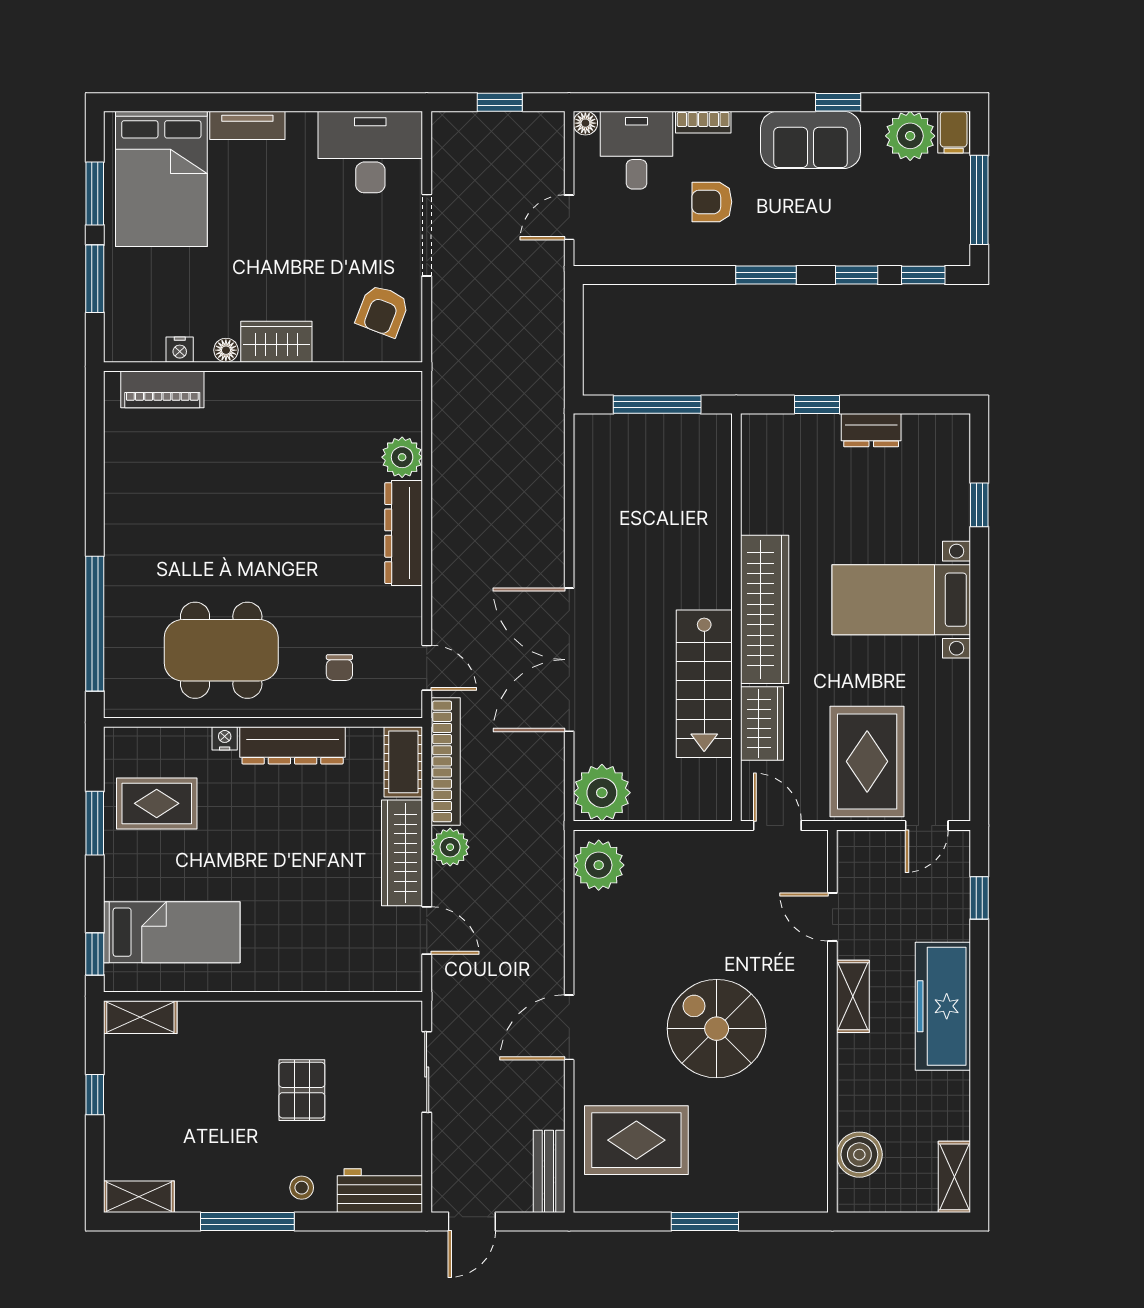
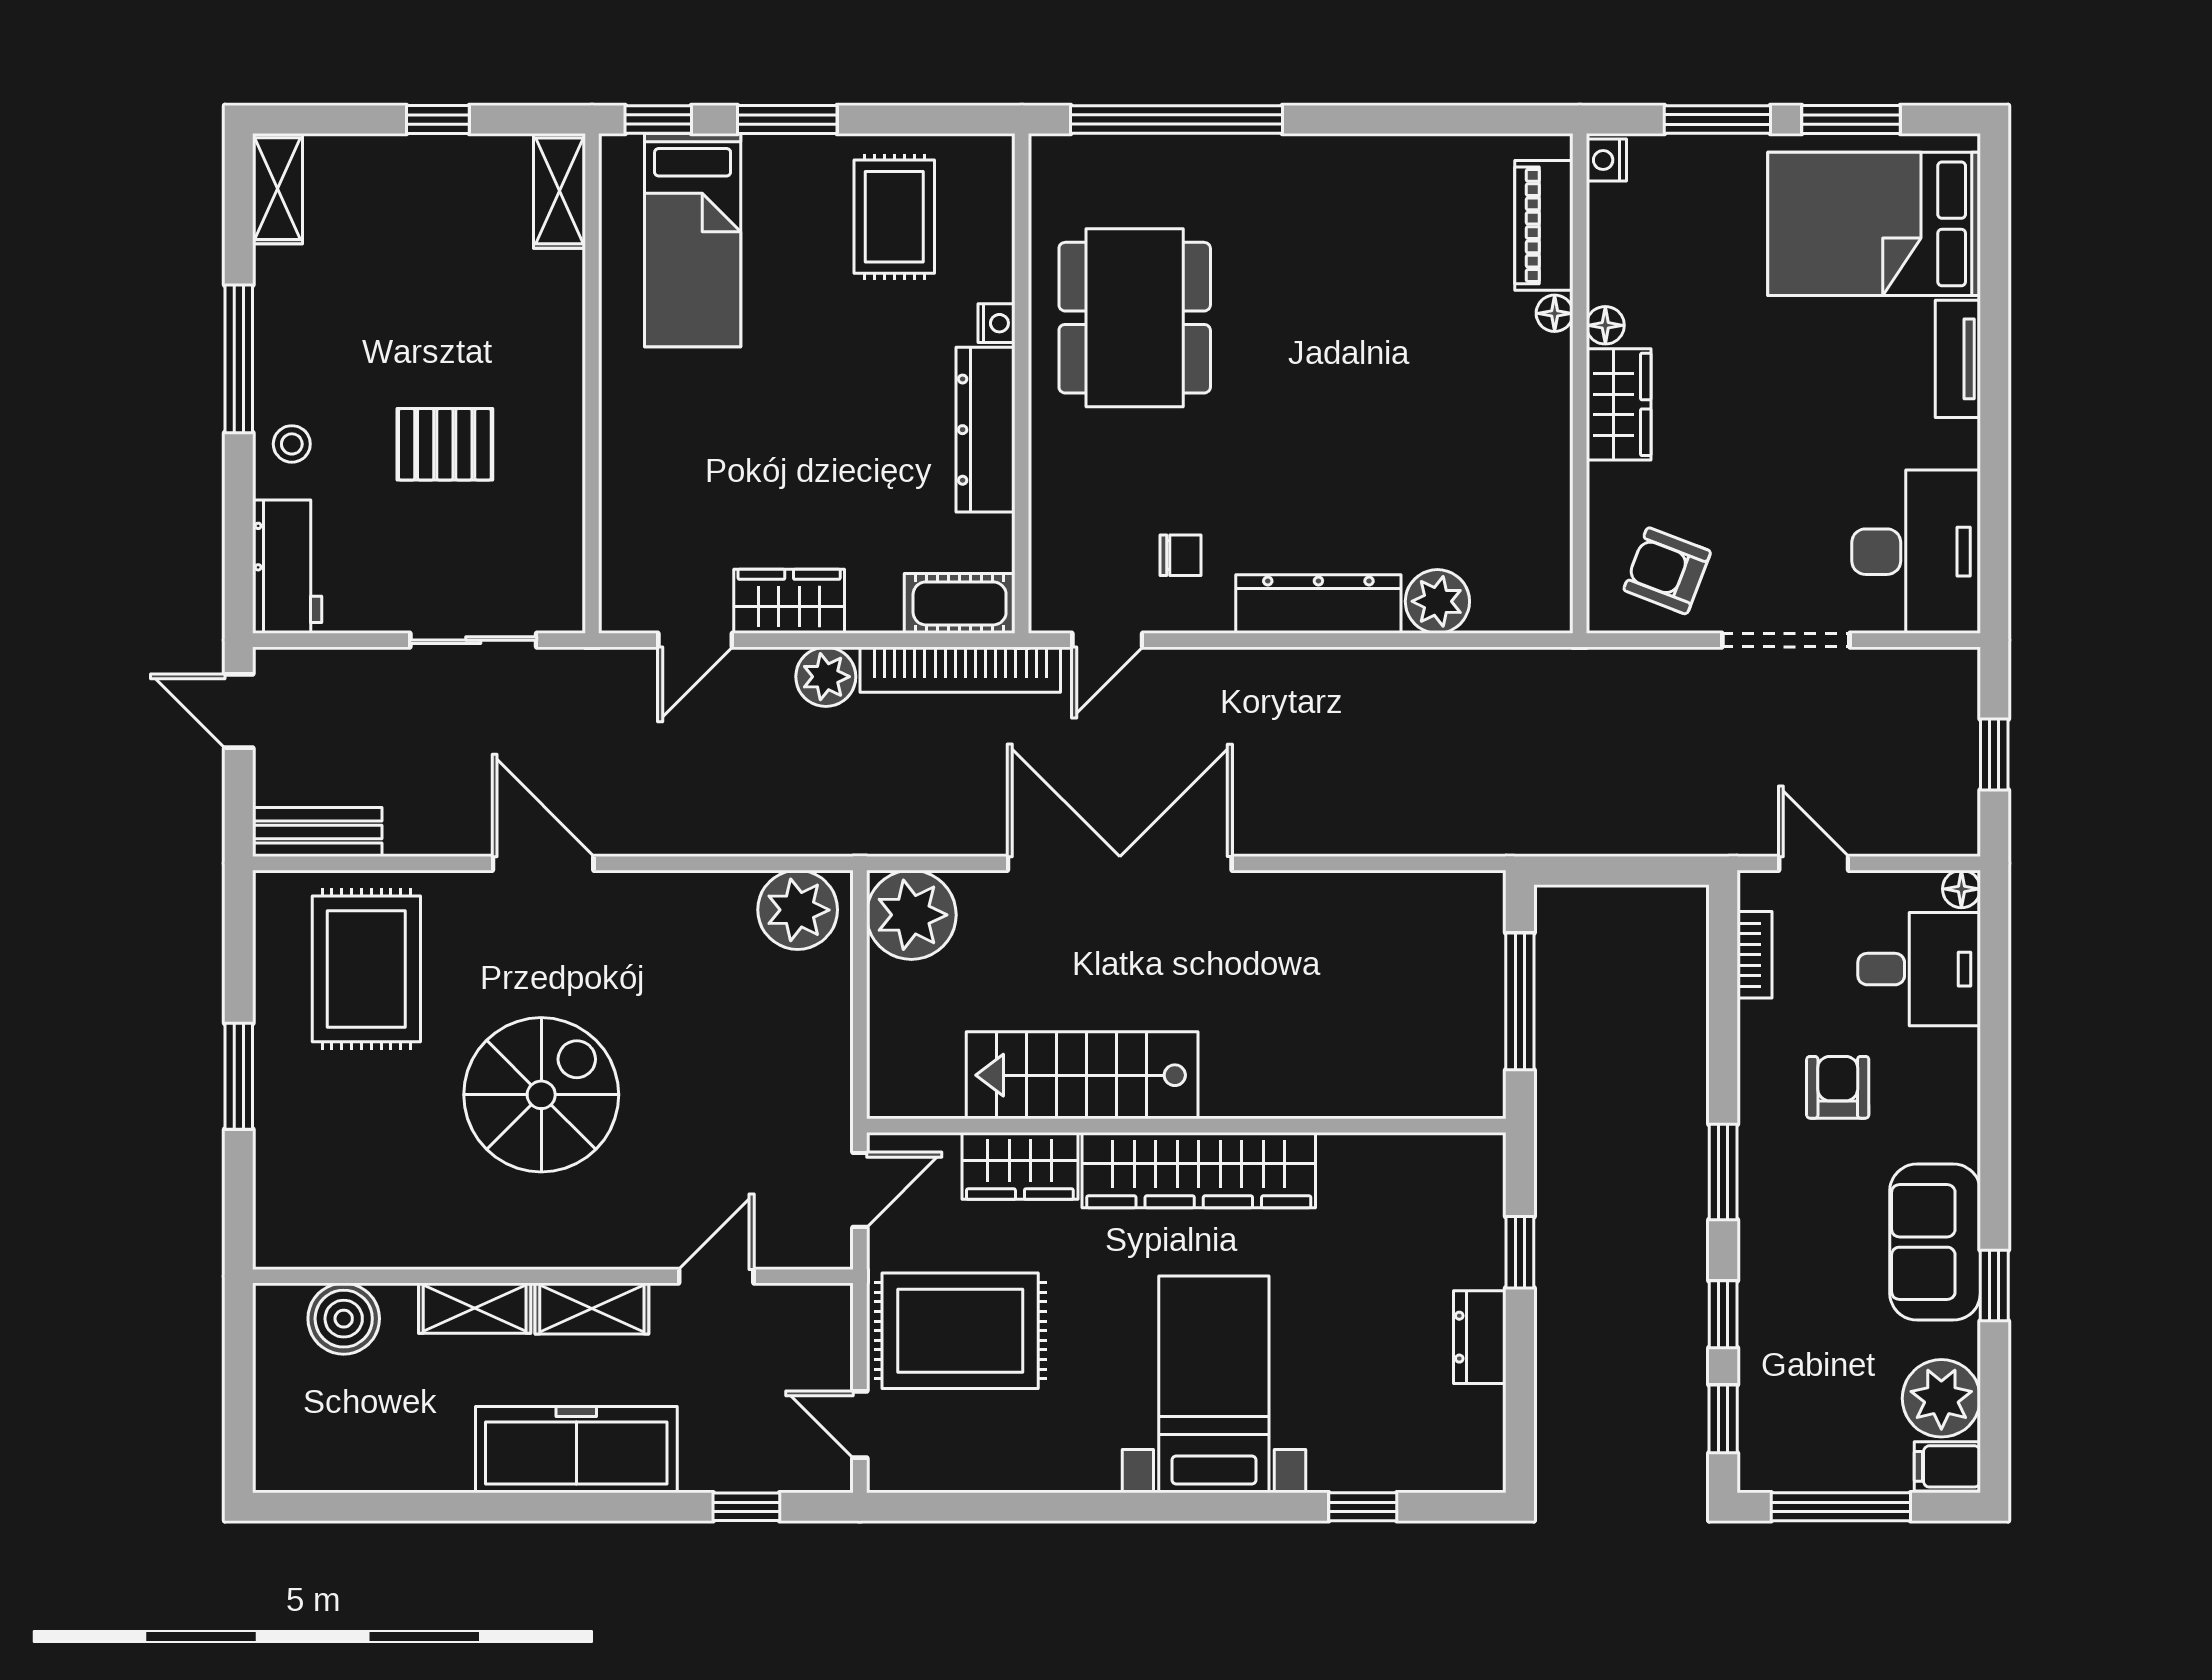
bookcase: (703, 122) -> (1754, 955), moved, turned 180
nightstand: (180, 350) -> (1606, 160), moved
floor lamp: (218, 382) -> (1555, 313), added
chair: (339, 668) -> (1181, 555), moved, turned 180
window: (95, 823) -> (787, 119), moved
wardrobe: (402, 853) -> (789, 601), width x0.67
shelving: (954, 1177) -> (475, 1308), moved

